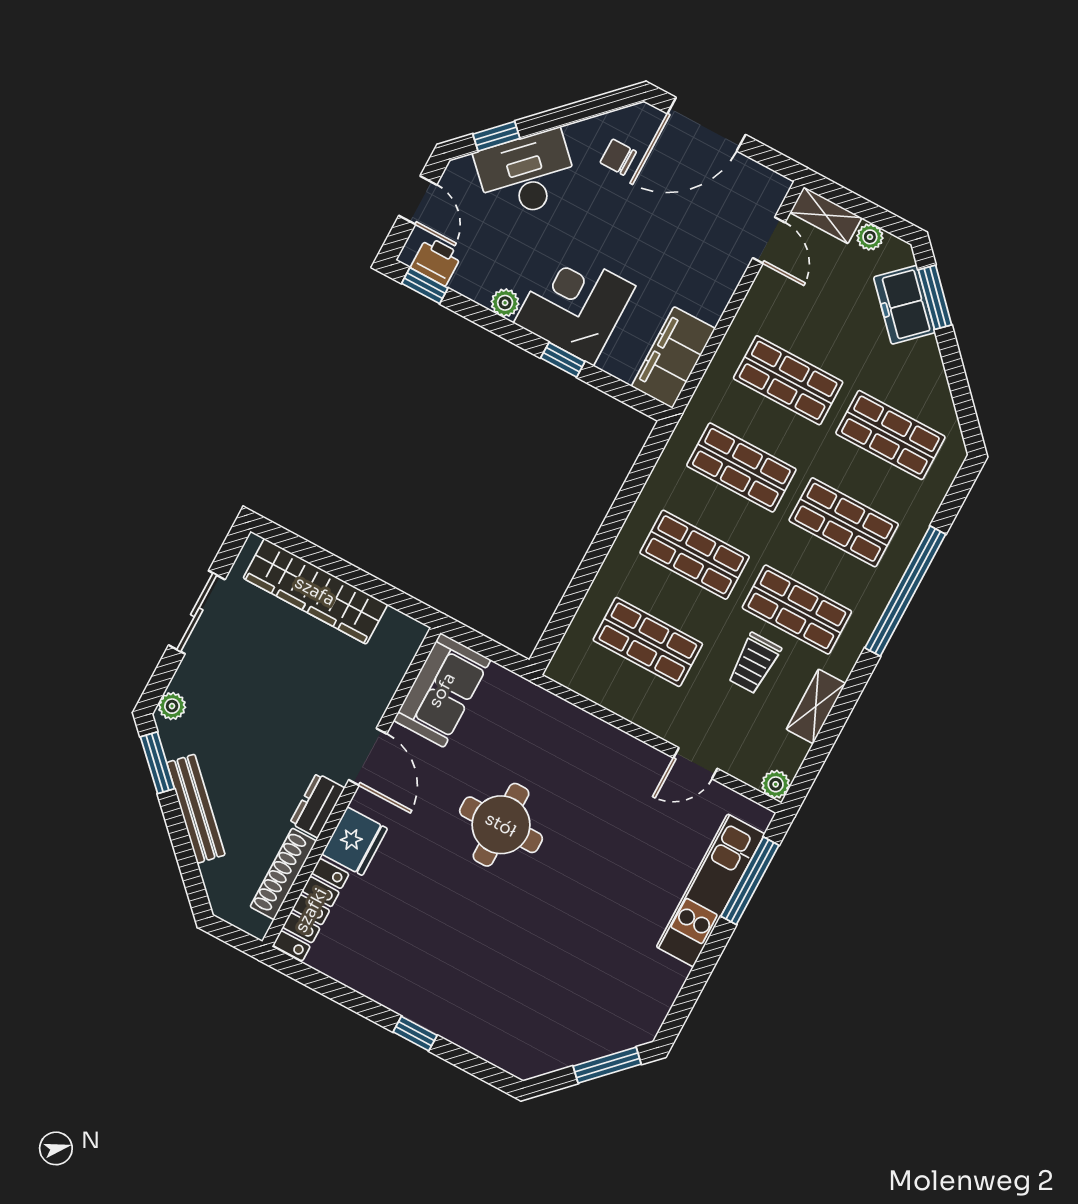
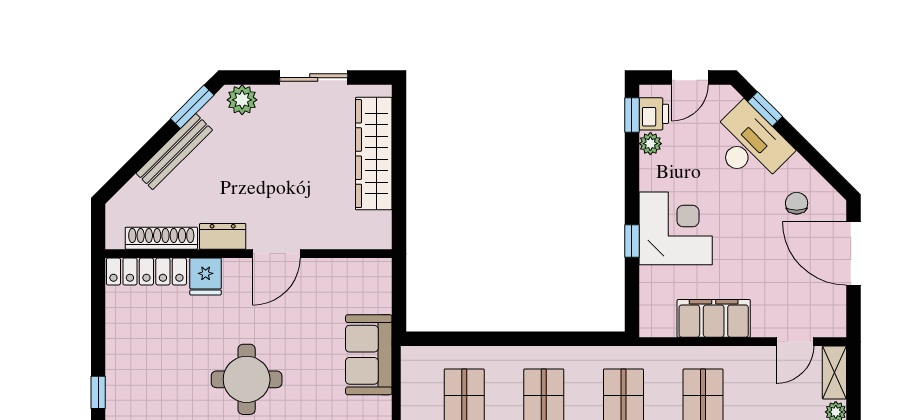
plant: (505, 303) -> (650, 144), moved
filing cabinet: (673, 357) -> (714, 318), moved
sofa: (442, 690) -> (369, 355), moved, turned 90
plant: (172, 706) -> (242, 100), width x1.38, depth x1.38
round table: (501, 825) -> (247, 379), moved
fridge: (355, 841) -> (206, 276), width x0.72

